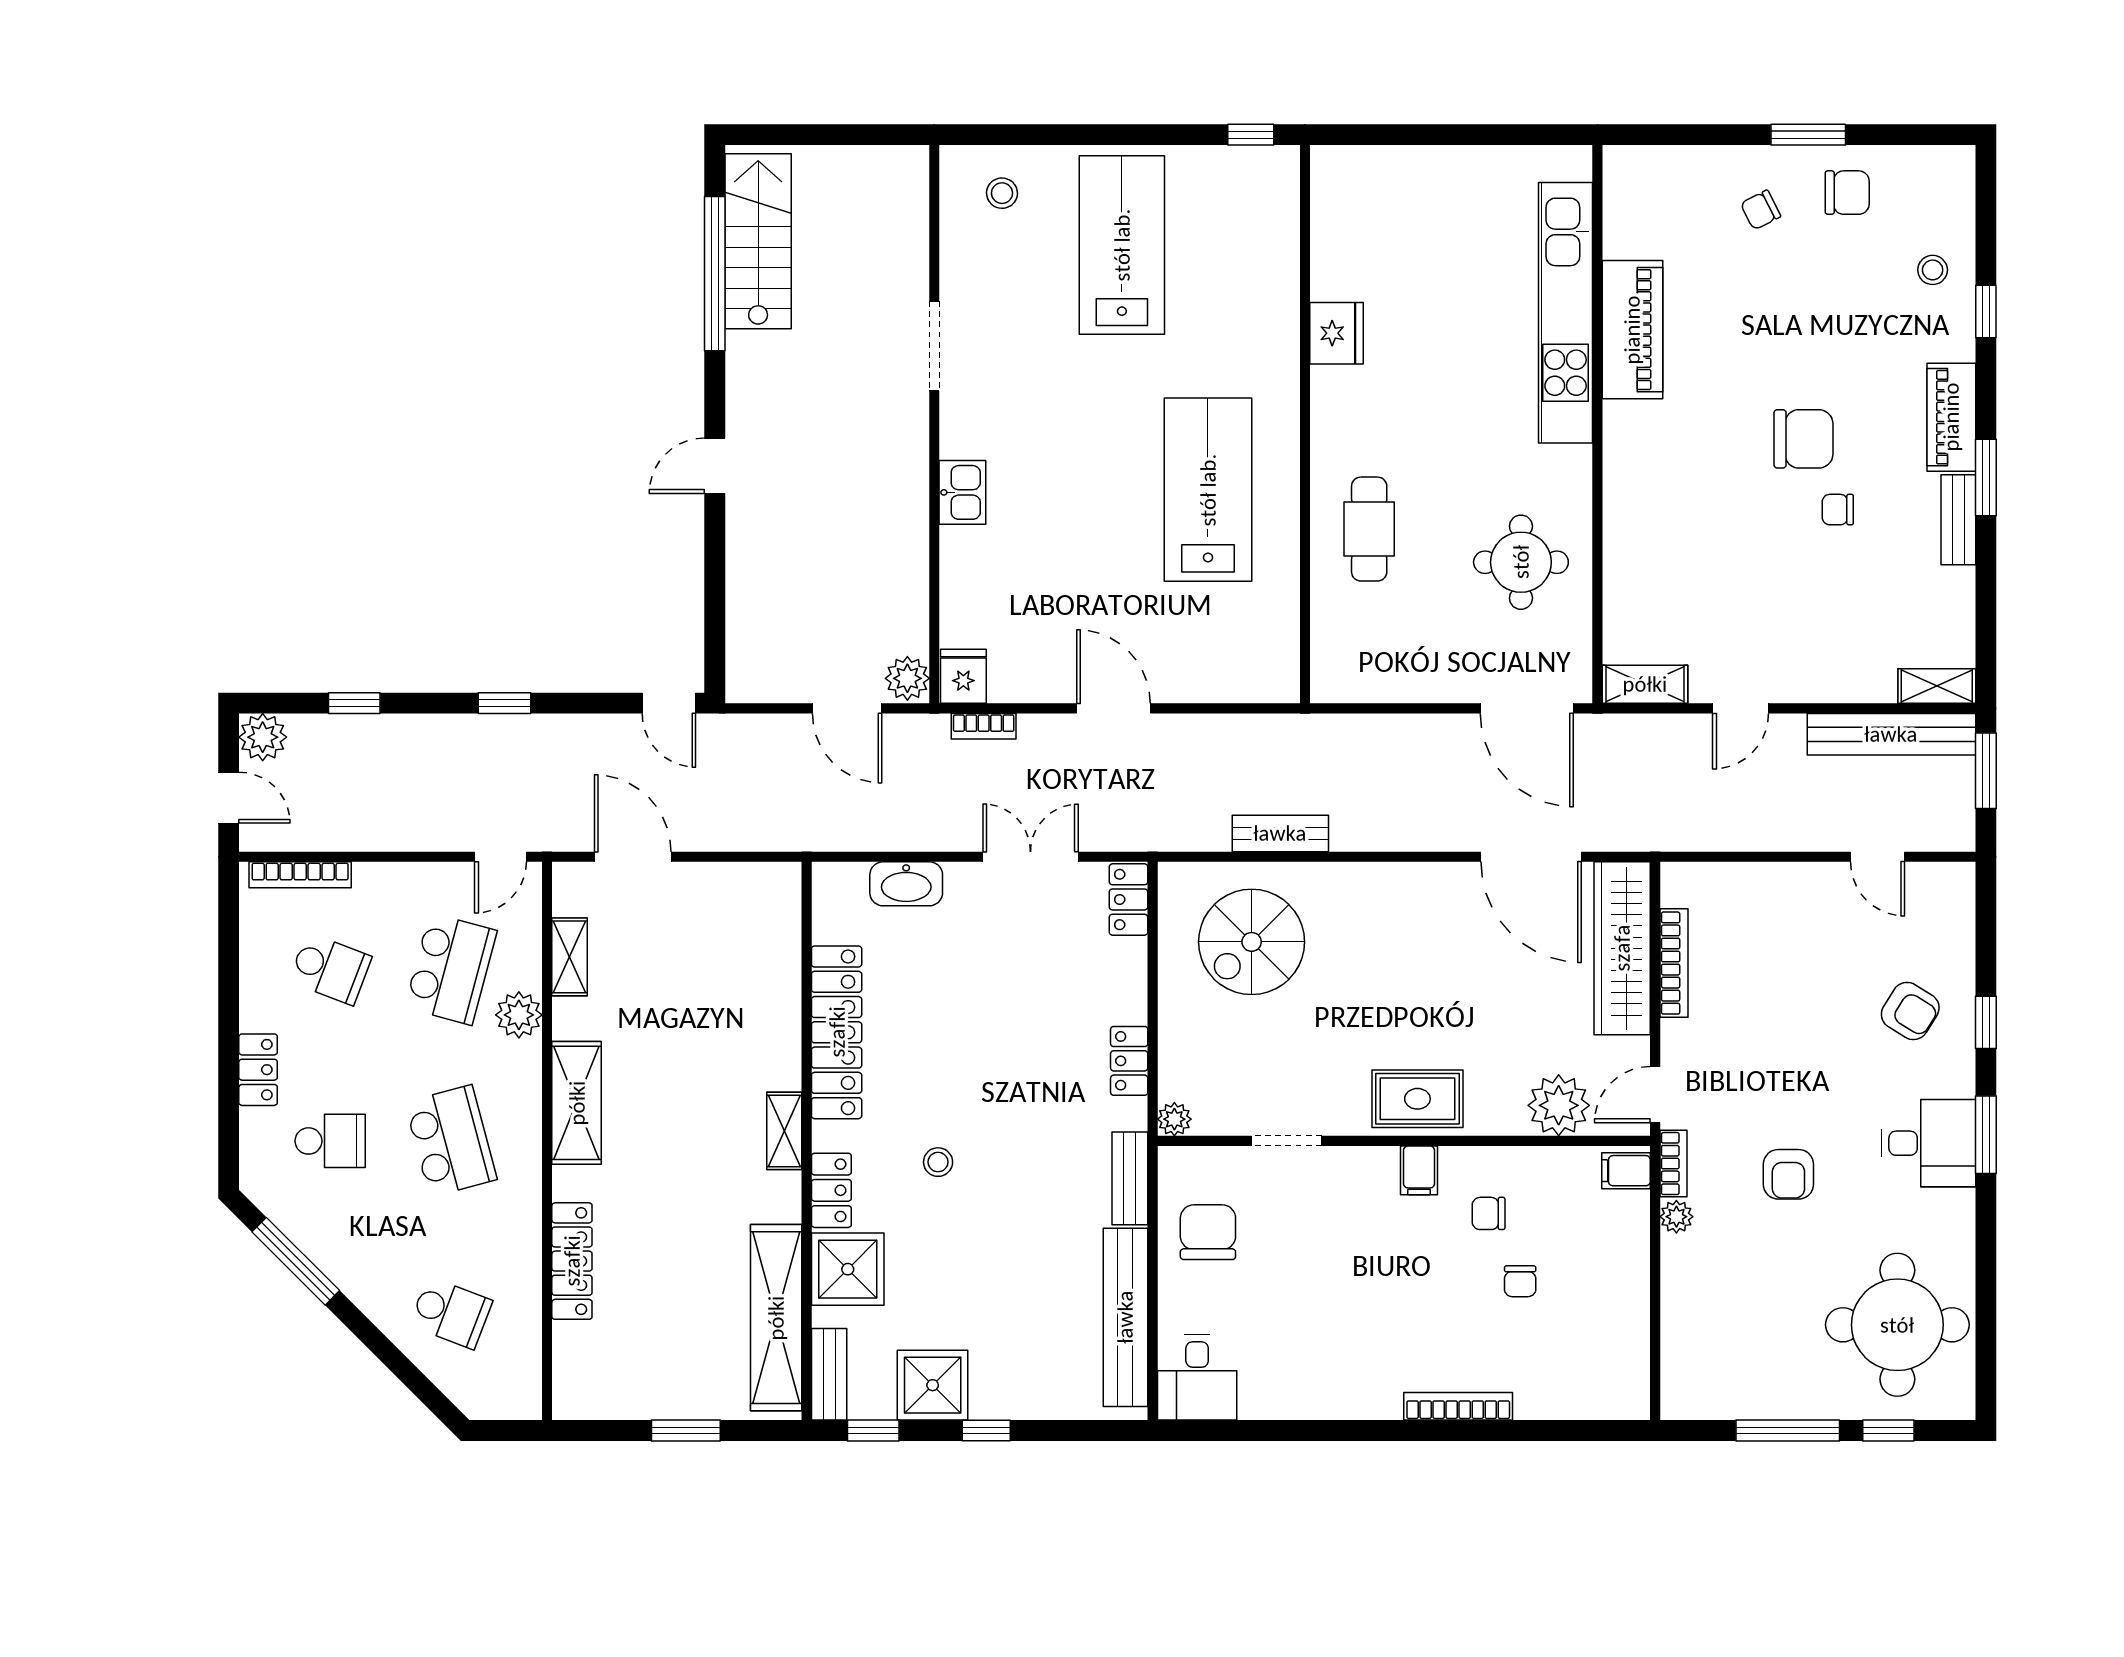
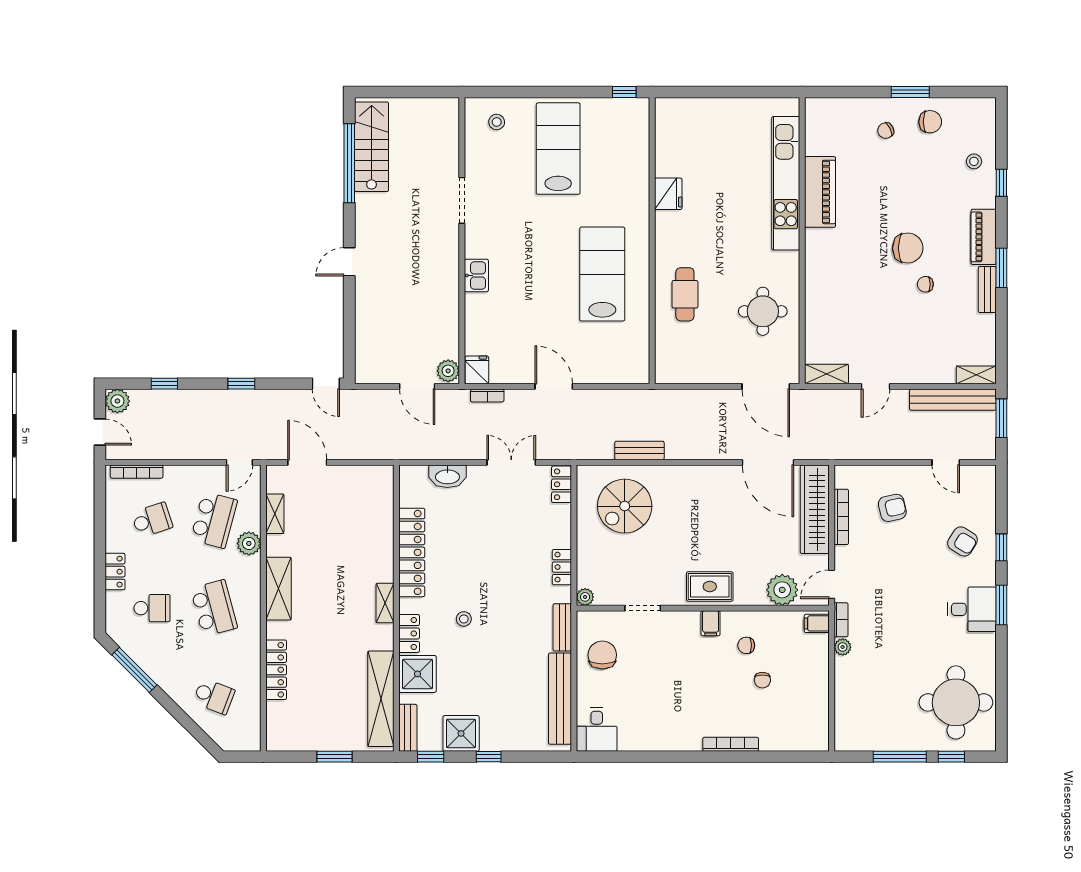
school desk: (330, 969) -> (152, 520), turned -39
armchair: (1788, 1174) -> (892, 508), moved, turned -103

